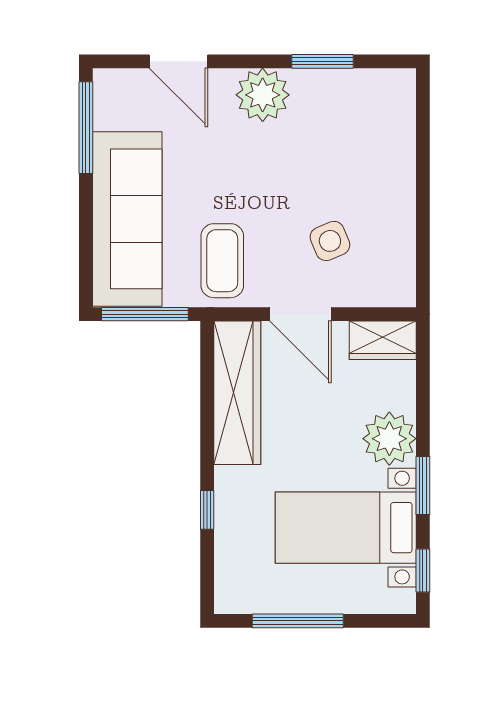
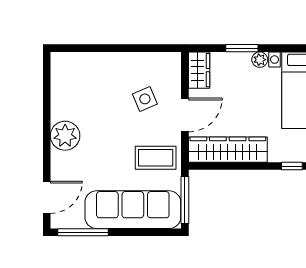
door: (179, 61) -> (47, 197), moved
window: (322, 61) -> (47, 103), removed
plant: (389, 439) -> (260, 60), width x0.53, depth x0.53
window: (423, 485) -> (242, 48), moved

